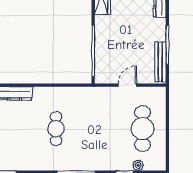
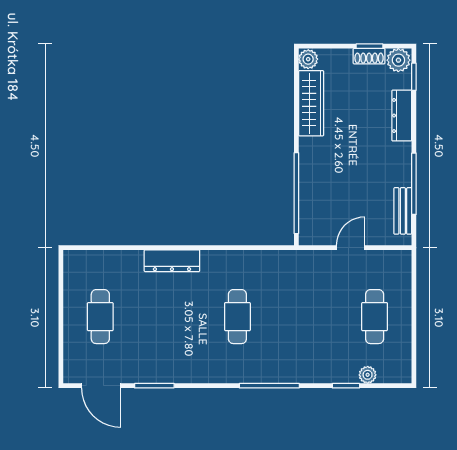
bench: (160, 62) -> (403, 211), width x0.73
cafe table: (143, 129) -> (375, 317), width x0.73, depth x0.74

